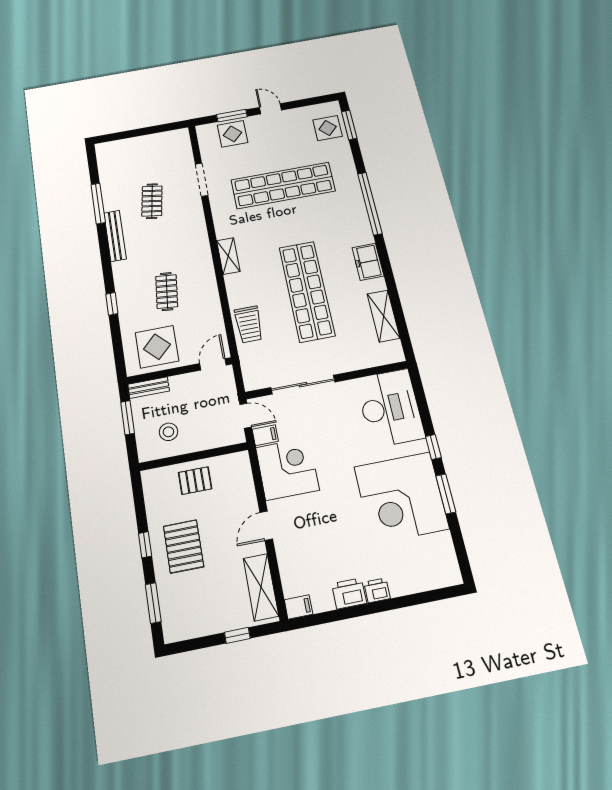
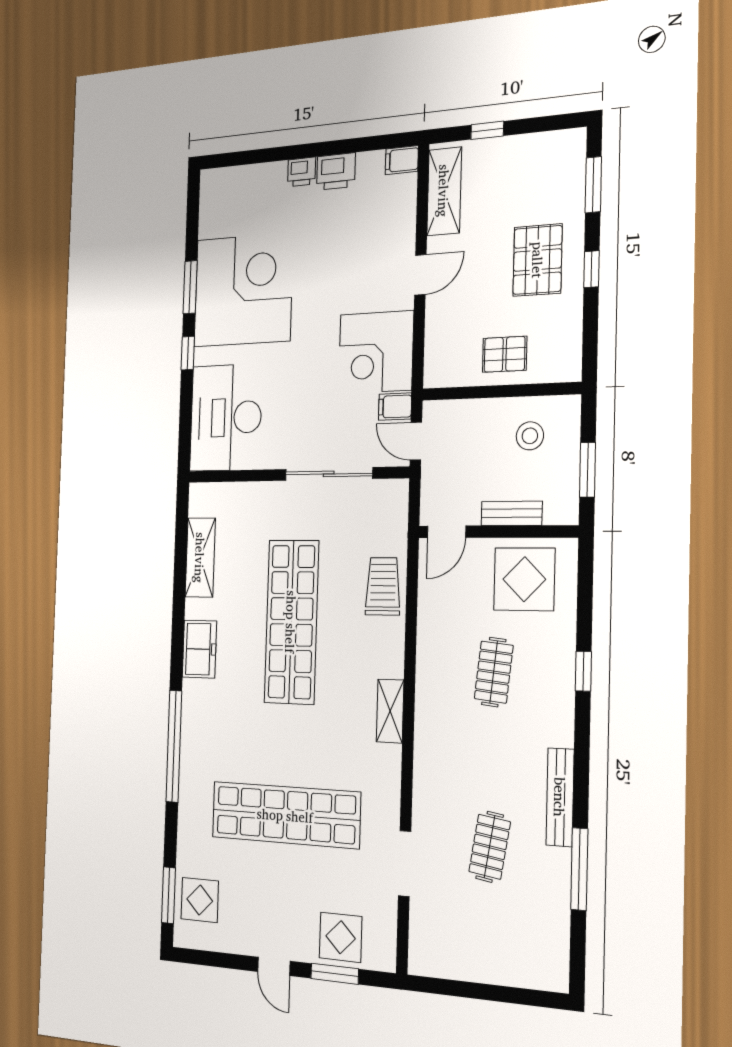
bench: (149, 388) -> (512, 513), moved

